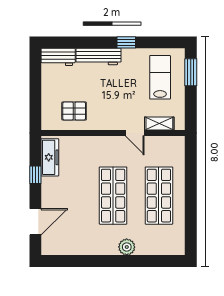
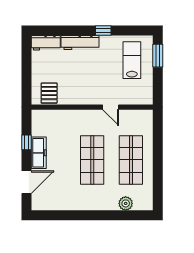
pallet: (74, 111) -> (49, 93), moved, turned 90
shelving: (159, 124) -> (131, 99), removed
freezer: (50, 157) -> (39, 153), moved
plant: (127, 247) -> (126, 203), moved

